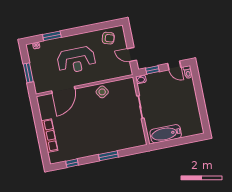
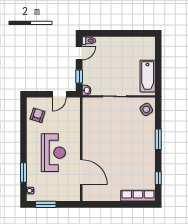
window: (28, 73) -> (46, 204), moved
side table: (102, 92) -> (146, 109), moved
row of seats: (49, 136) -> (138, 196), moved

